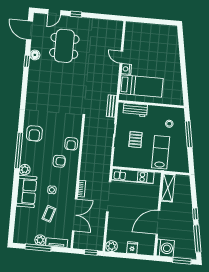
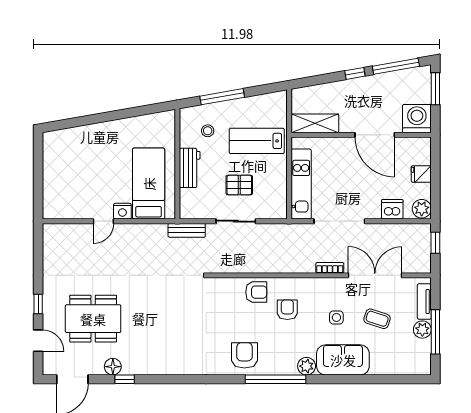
workbench: (135, 110) -> (190, 168), moved
armchair: (34, 133) -> (244, 355), turned -90
dishwasher: (113, 229) -> (392, 209), added

